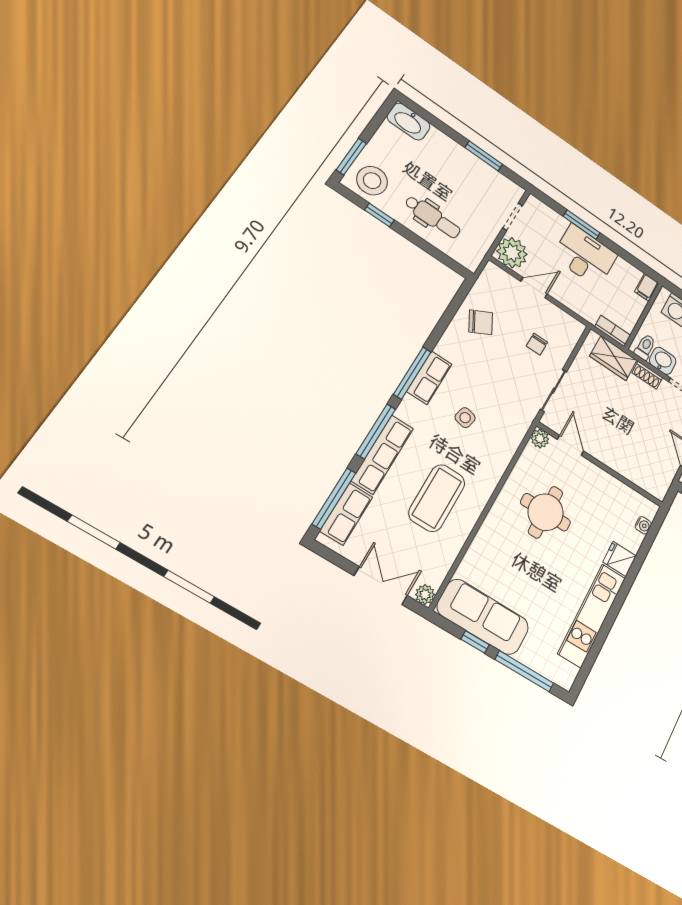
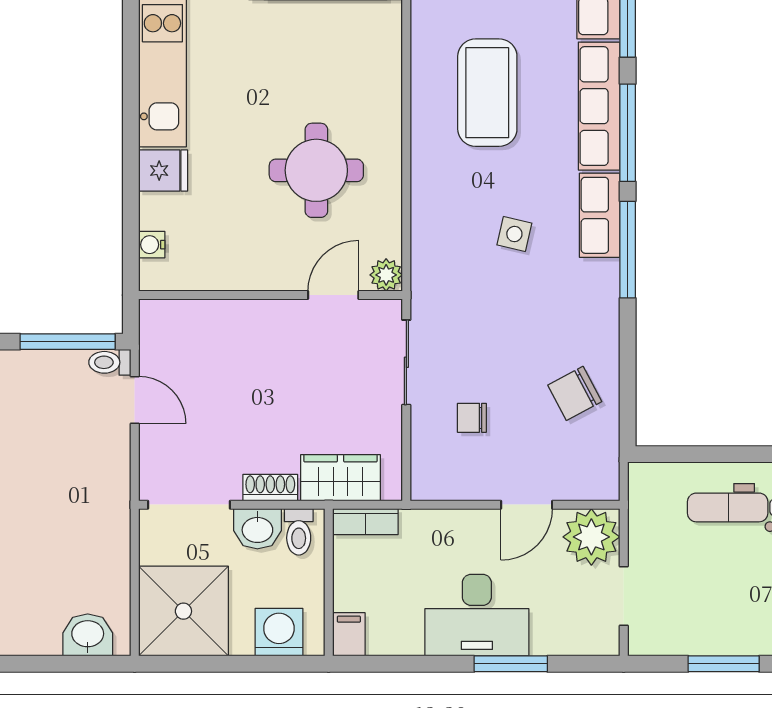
chair: (537, 344) -> (472, 418), turned -90
row of seats: (429, 378) -> (600, 215), moved
door: (571, 445) -> (333, 295), swing flipped

